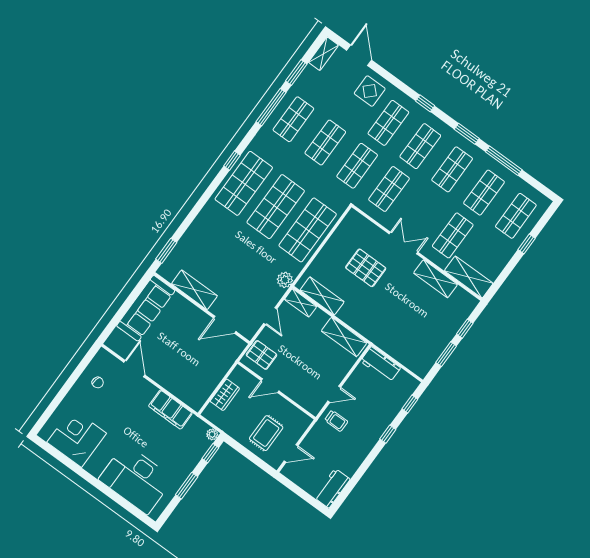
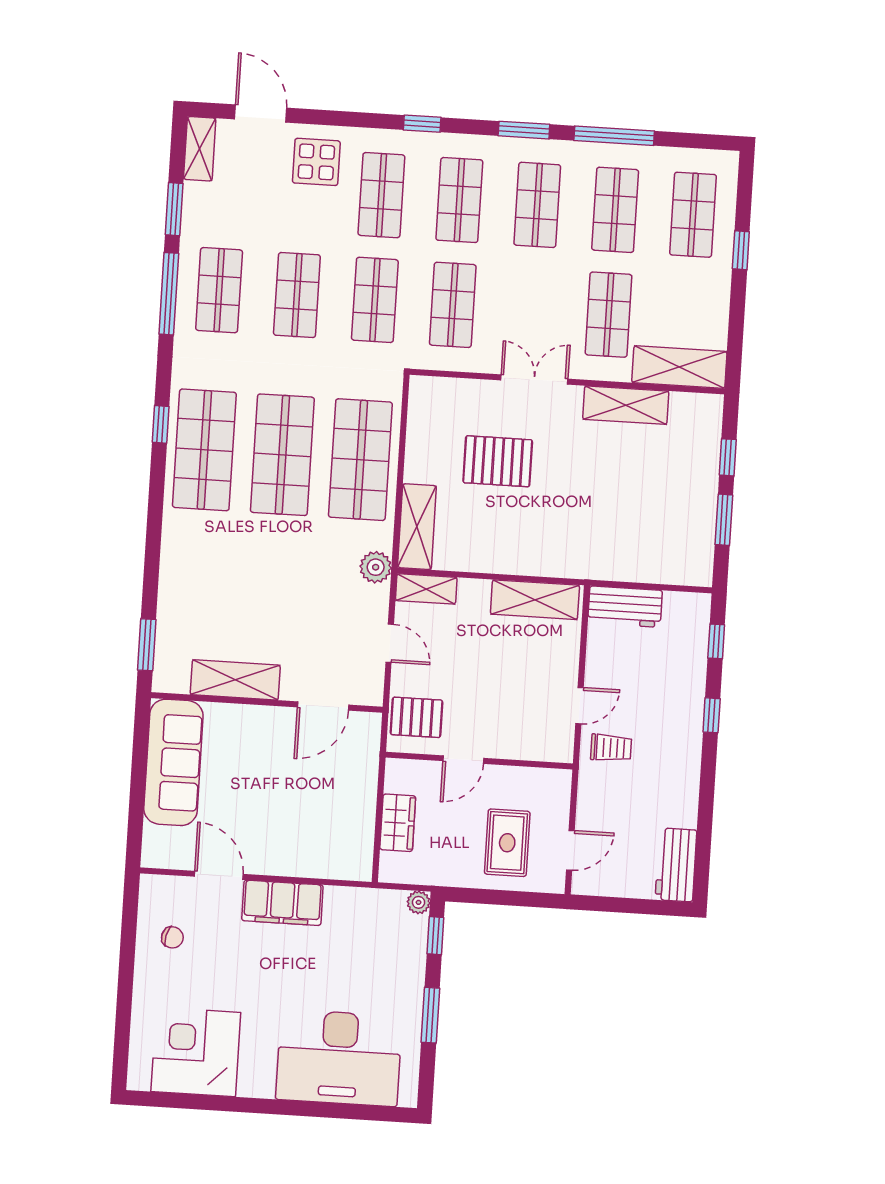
shelving: (322, 296) -> (417, 527), moved, turned 90
filing cabinet: (170, 410) -> (282, 903), moved

